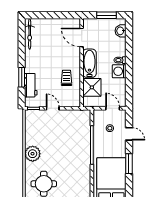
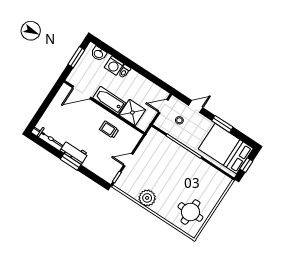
washing machine: (119, 71) -> (114, 66), moved
window: (22, 77) -> (71, 162), moved
workbench: (31, 85) -> (74, 152), moved
plant: (33, 154) -> (147, 198), moved

